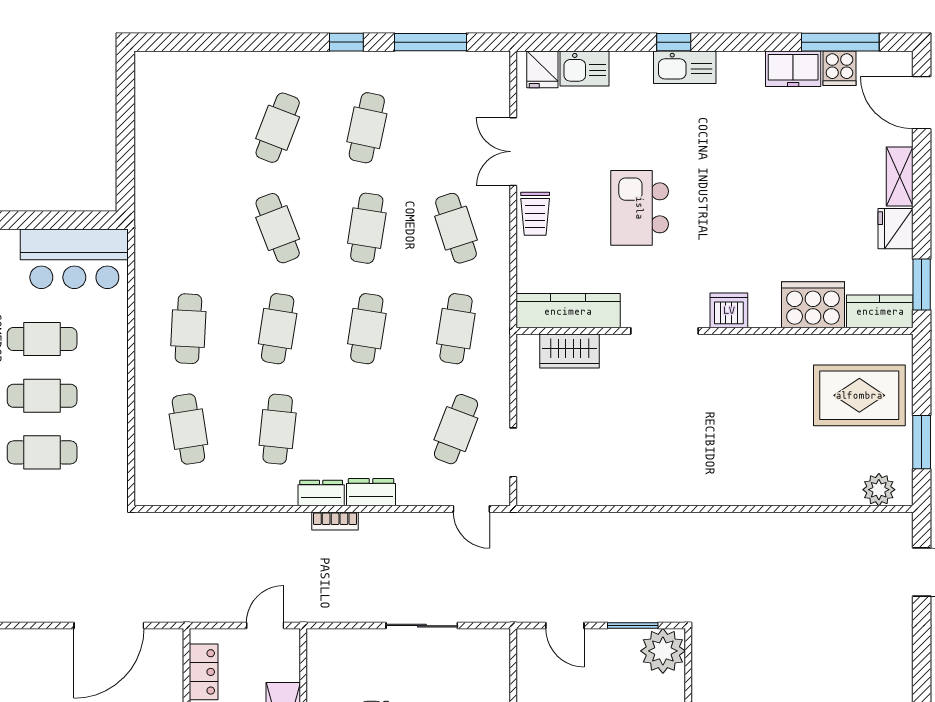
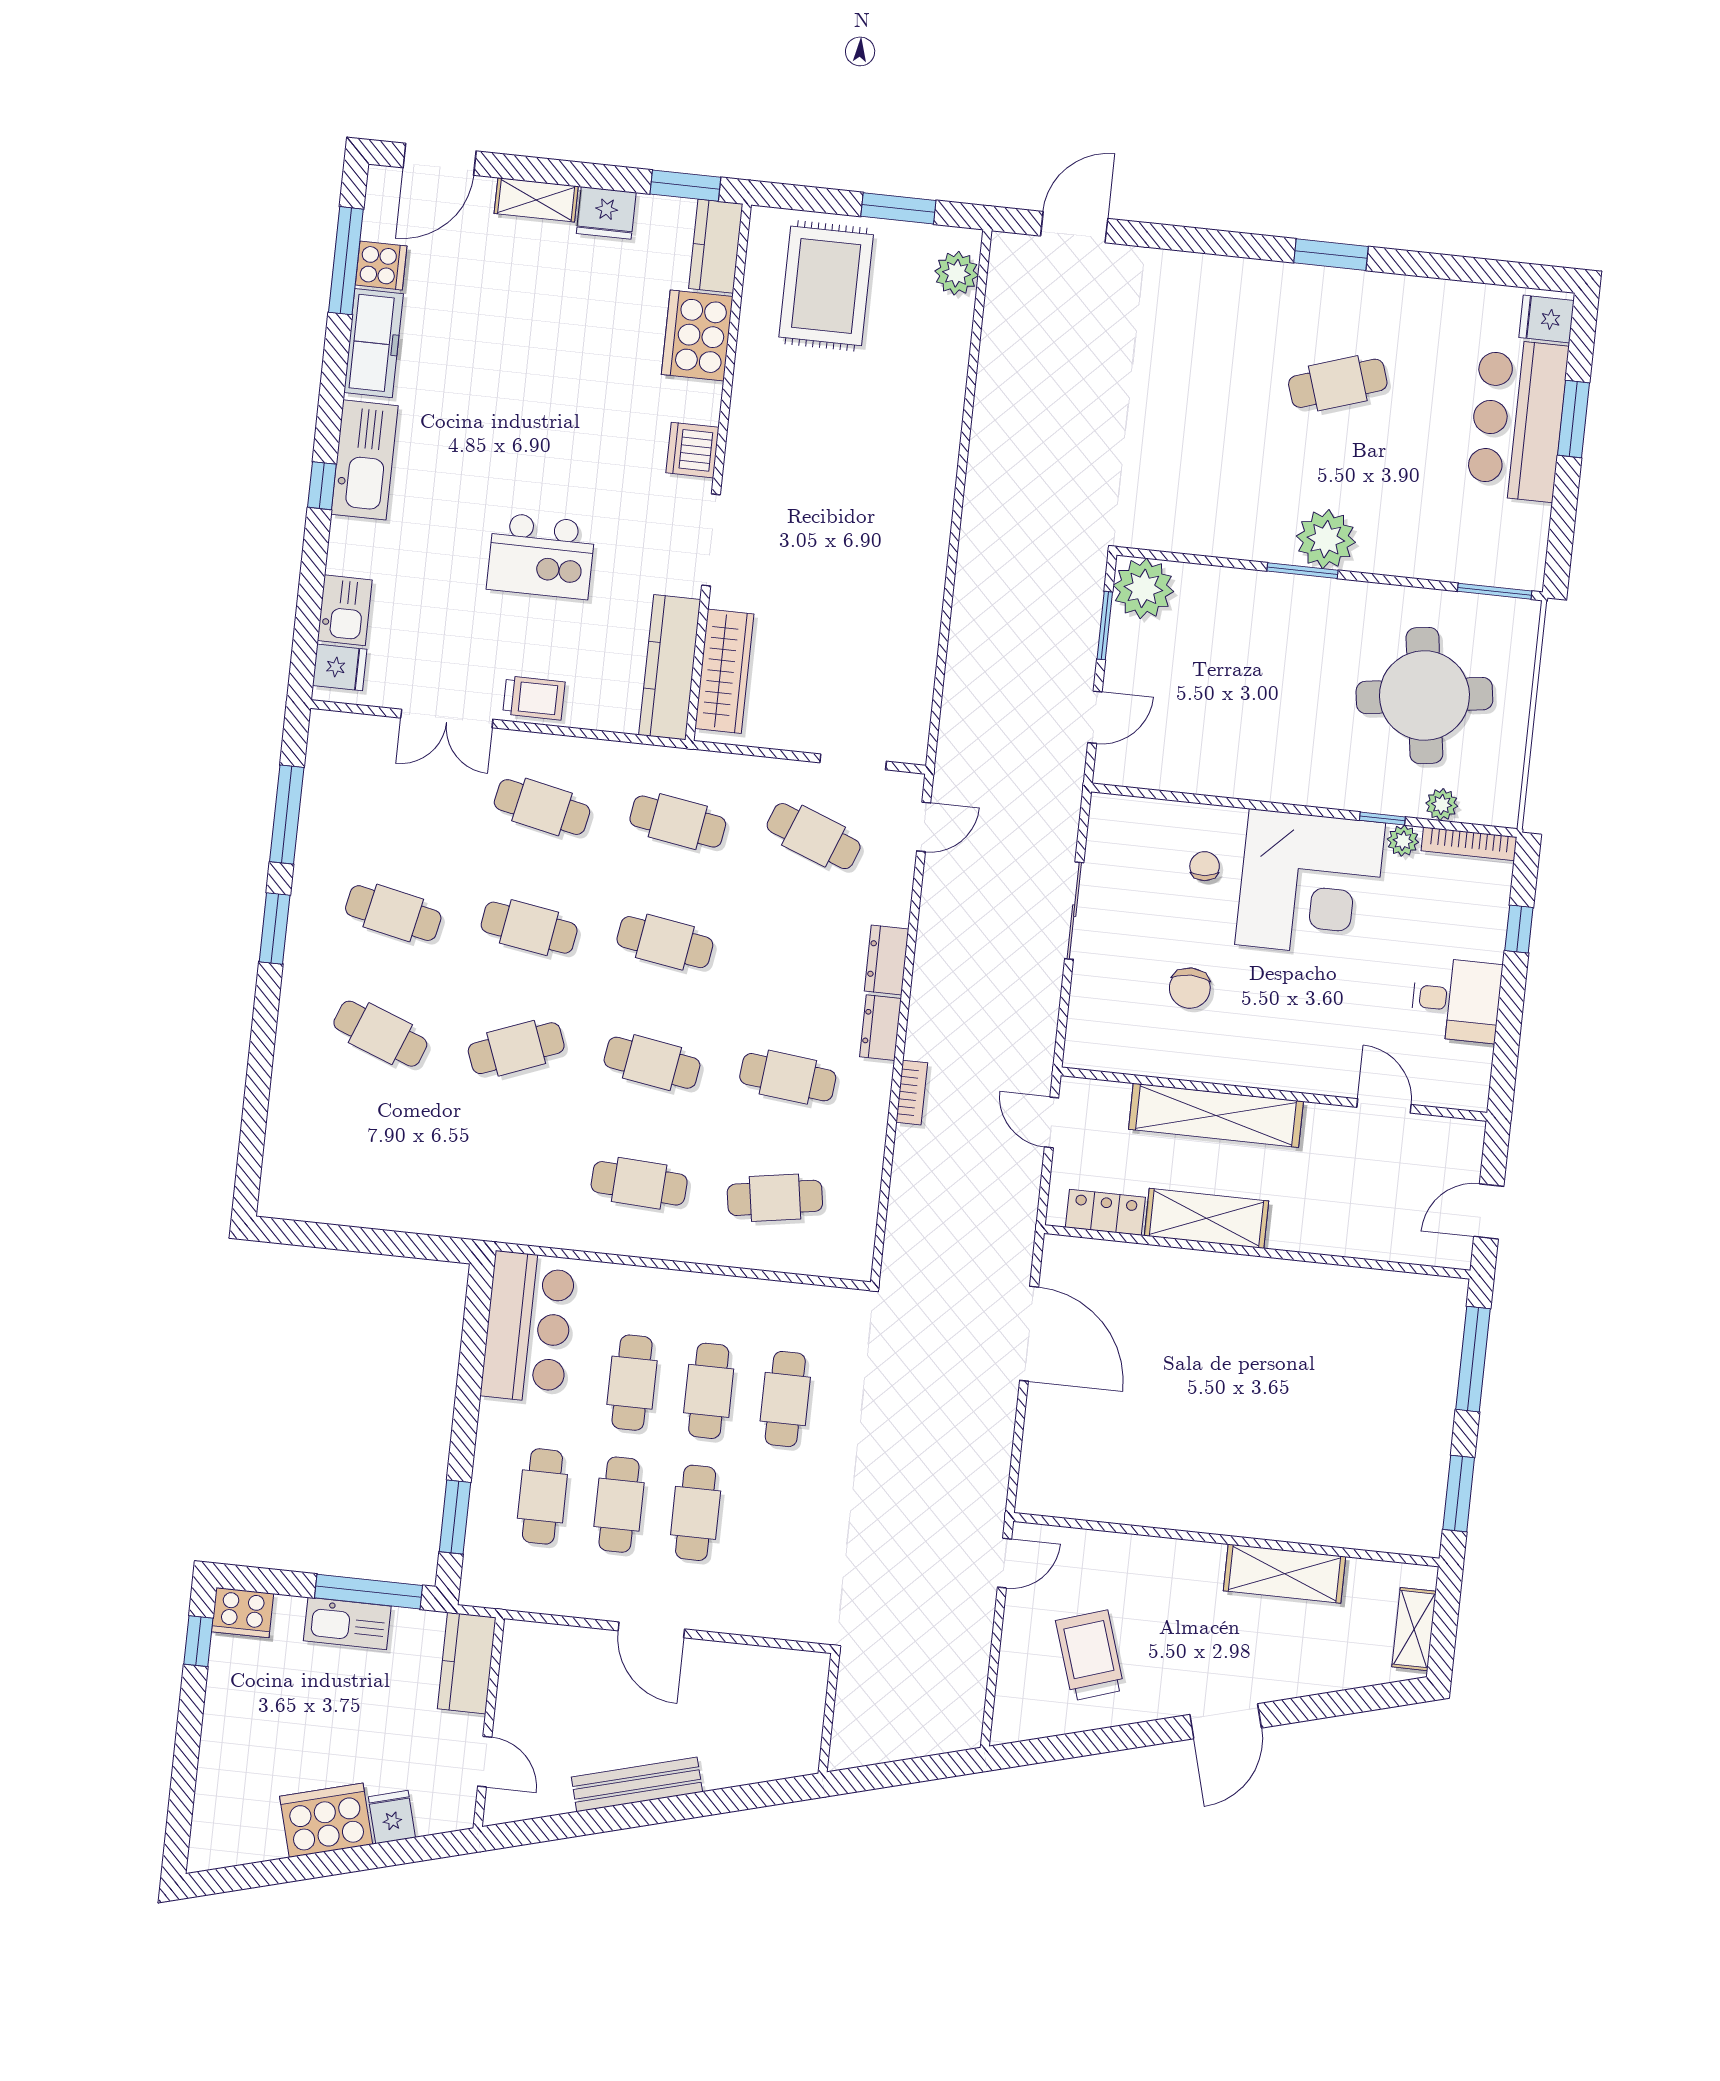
window: (346, 42) -> (275, 928), width x1.50
kitchen sink: (685, 67) -> (364, 460), width x1.36, depth x1.24
freezer: (793, 69) -> (374, 343), width x1.40
cafe table: (456, 228) -> (542, 807), turned 30
wardrobe: (570, 351) -> (724, 671), width x1.50
bookcase: (335, 521) -> (912, 1093), moved

